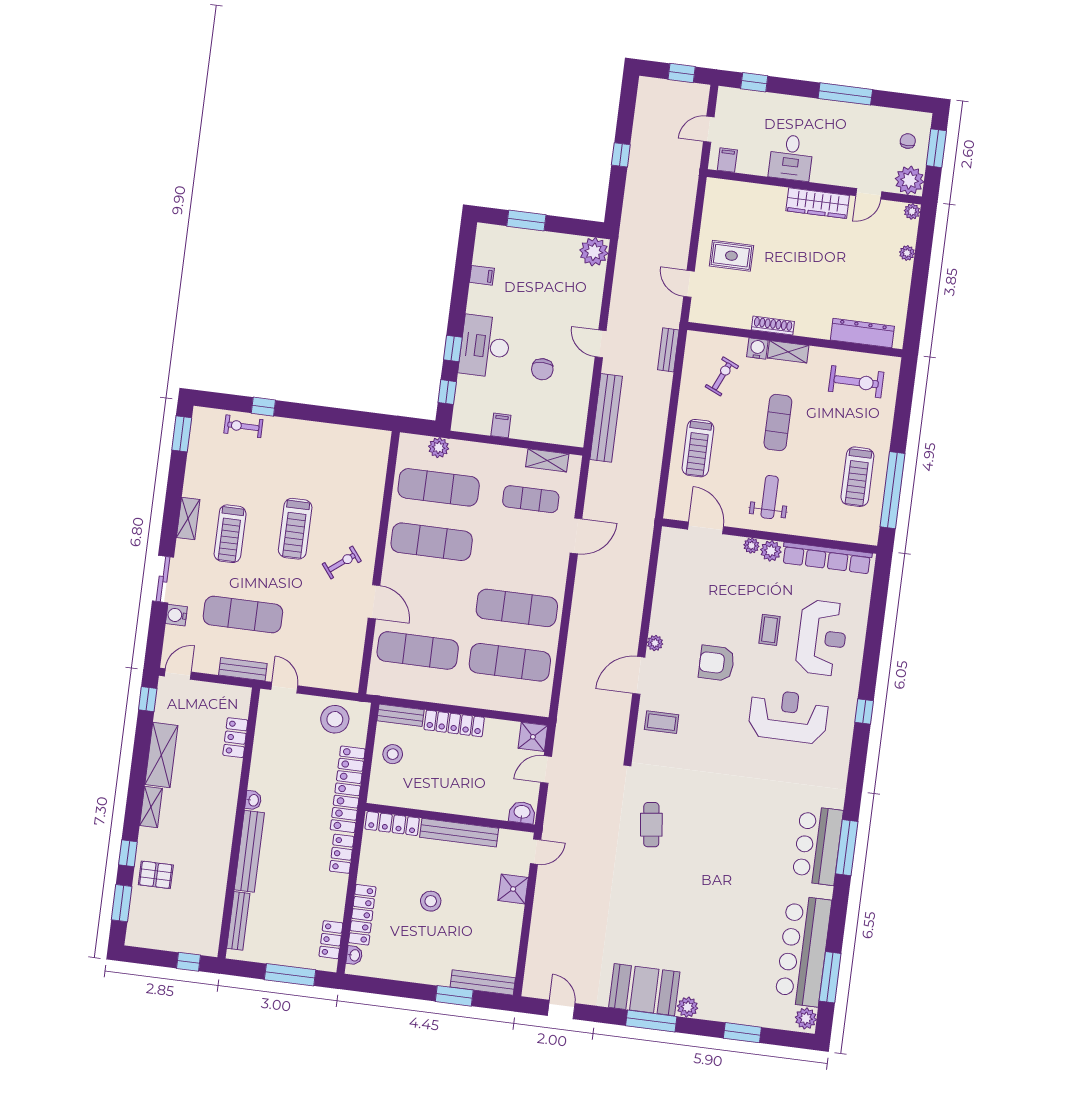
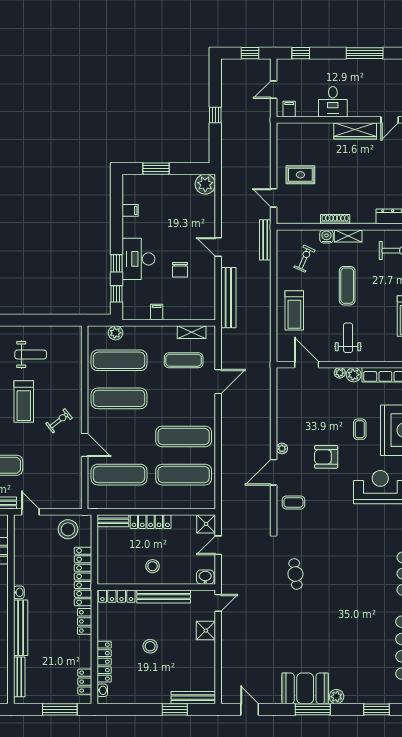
bench: (668, 350) -> (265, 240), width x1.36
weight bench: (313, 463) -> (31, 354), added
stool: (393, 754) -> (153, 566), moved

